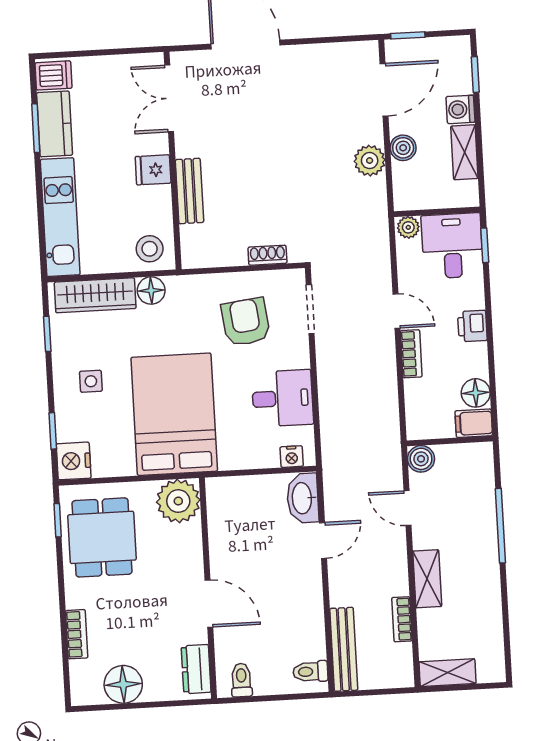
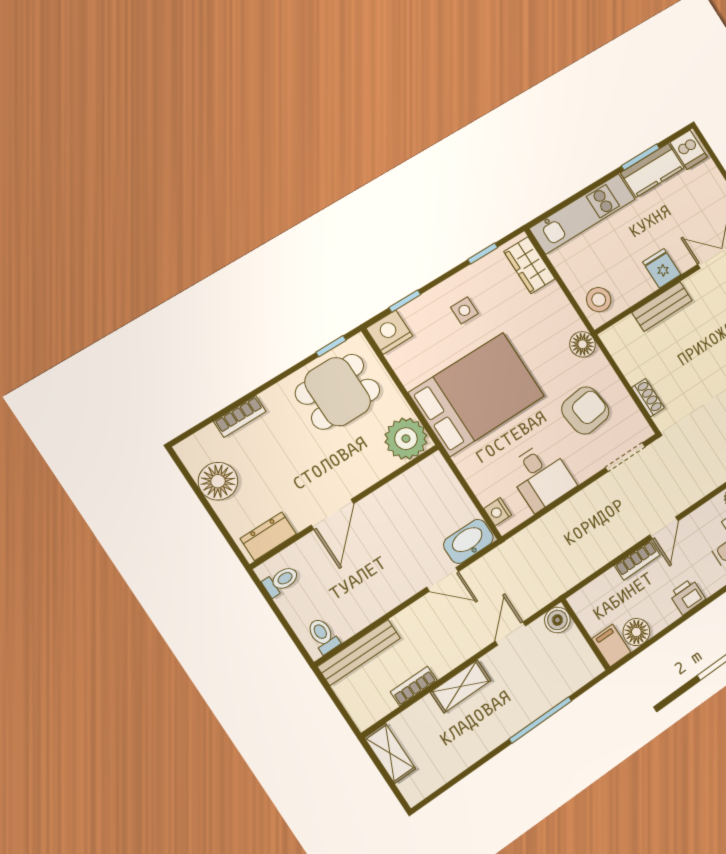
floor lamp: (151, 290) -> (583, 344), moved
wardrobe: (95, 295) -> (530, 265), width x0.67

